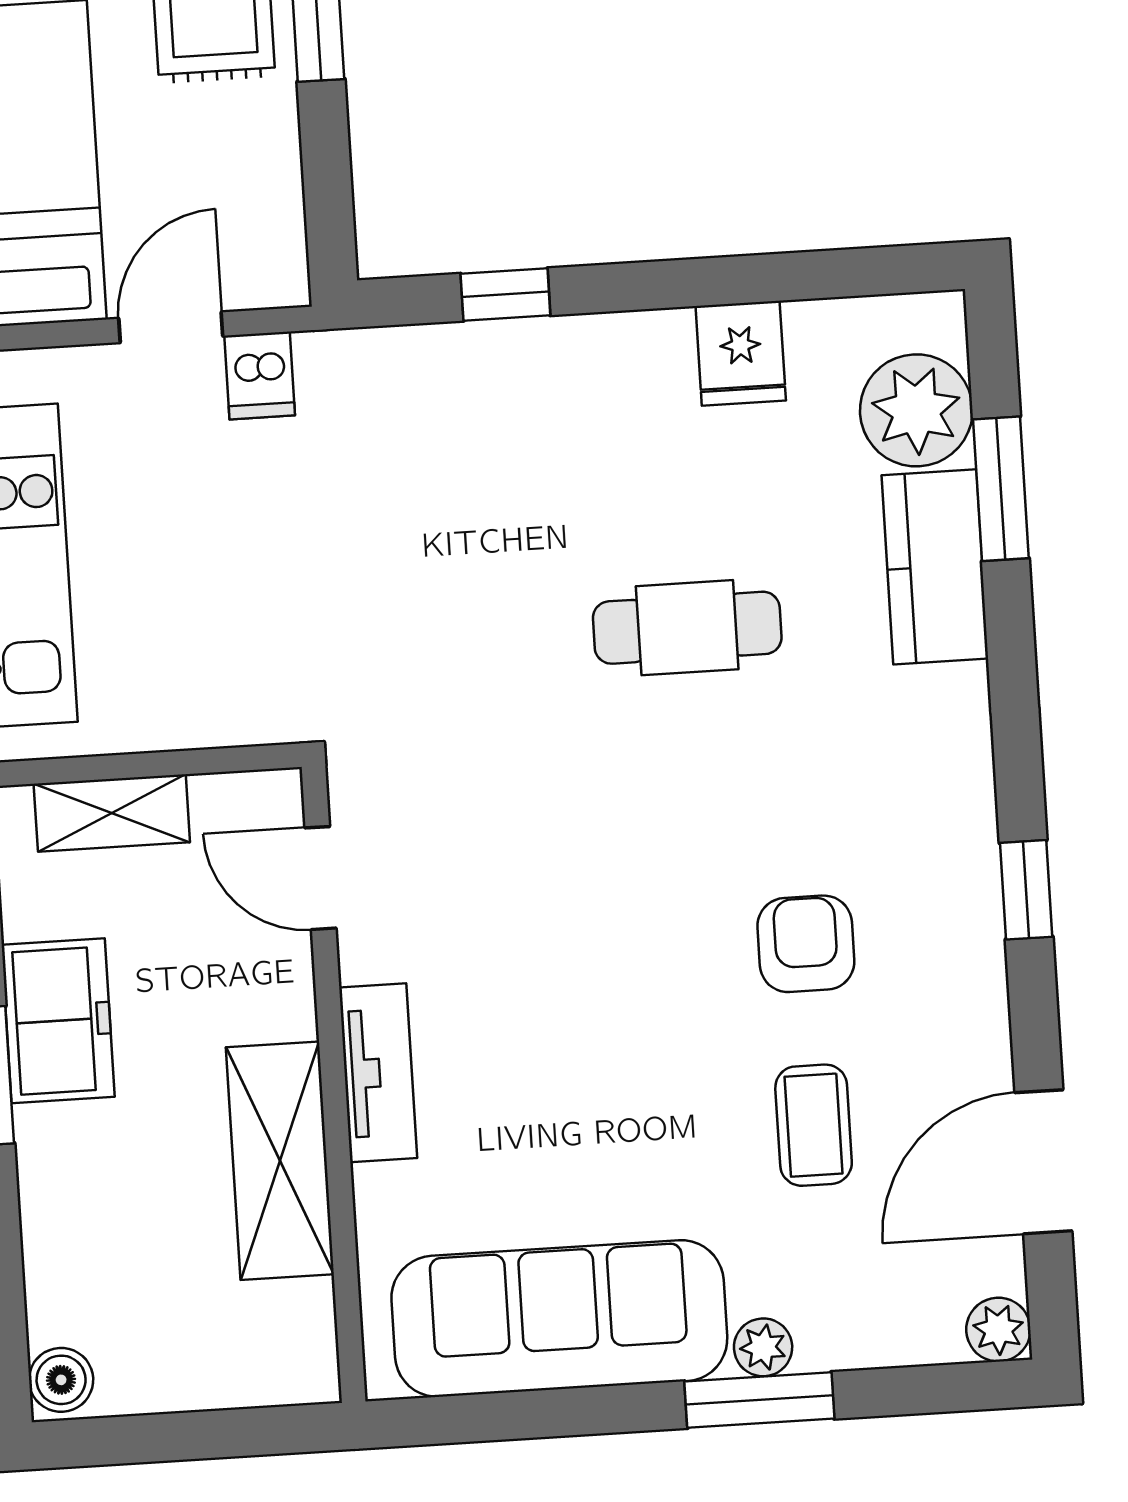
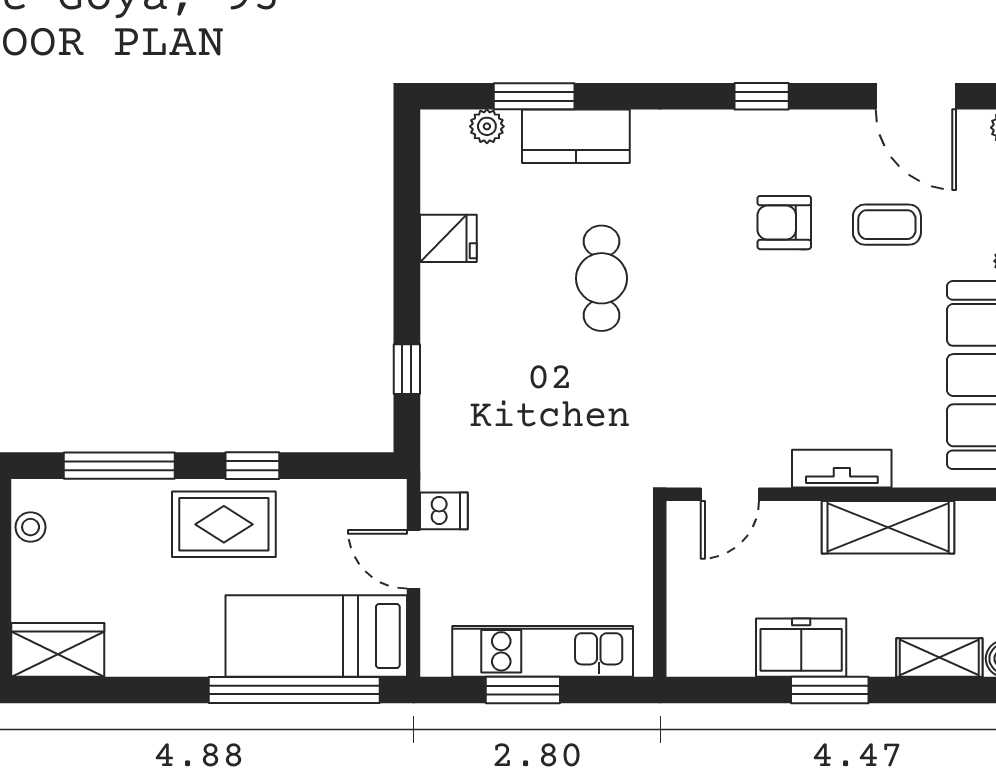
plant: (916, 410) -> (487, 126), width x0.53, depth x0.53
shelving: (112, 813) -> (939, 657), moved, turned 90

